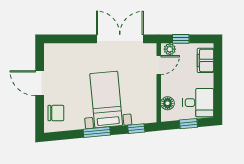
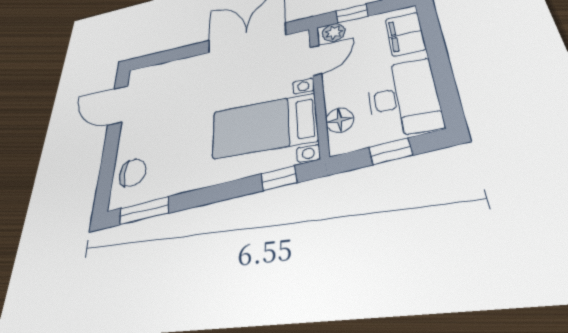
door: (40, 83) -> (118, 105), moved
bed with nightstands: (106, 100) -> (264, 126), moved, turned -85
desk: (198, 103) -> (403, 98), width x1.37
window: (97, 132) -> (144, 211), moved

